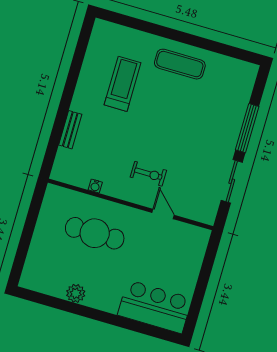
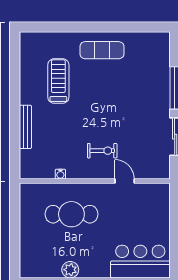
bench: (70, 130) -> (25, 127), width x1.36

